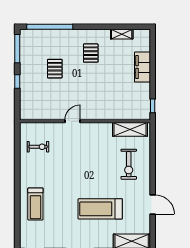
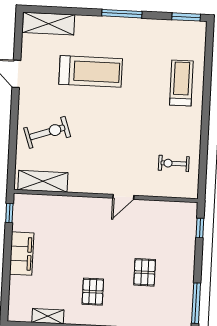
filing cabinet: (142, 67) -> (22, 254), moved
window: (17, 82) -> (200, 228), moved
exercise bike: (129, 164) -> (47, 132), turned 71

